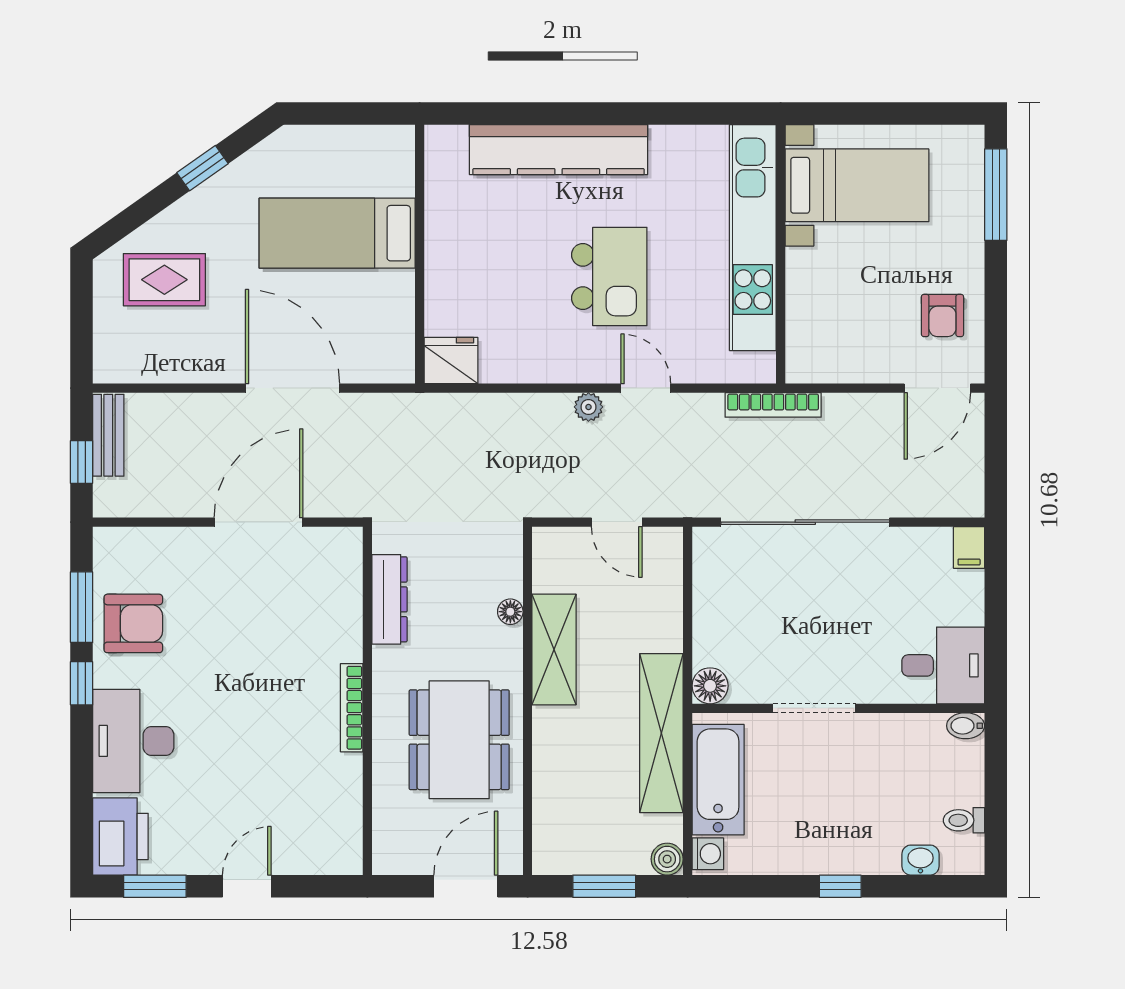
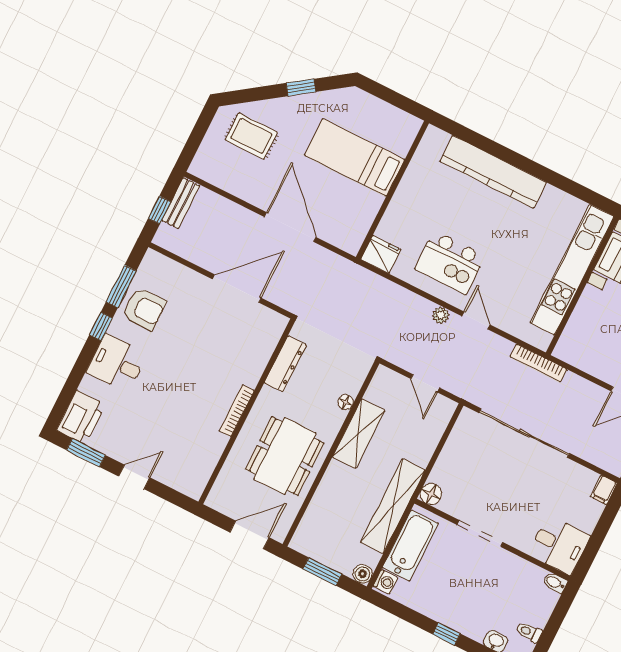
kitchen island: (609, 276) -> (450, 262), moved, turned 90
desk: (133, 741) -> (117, 363), width x0.73

